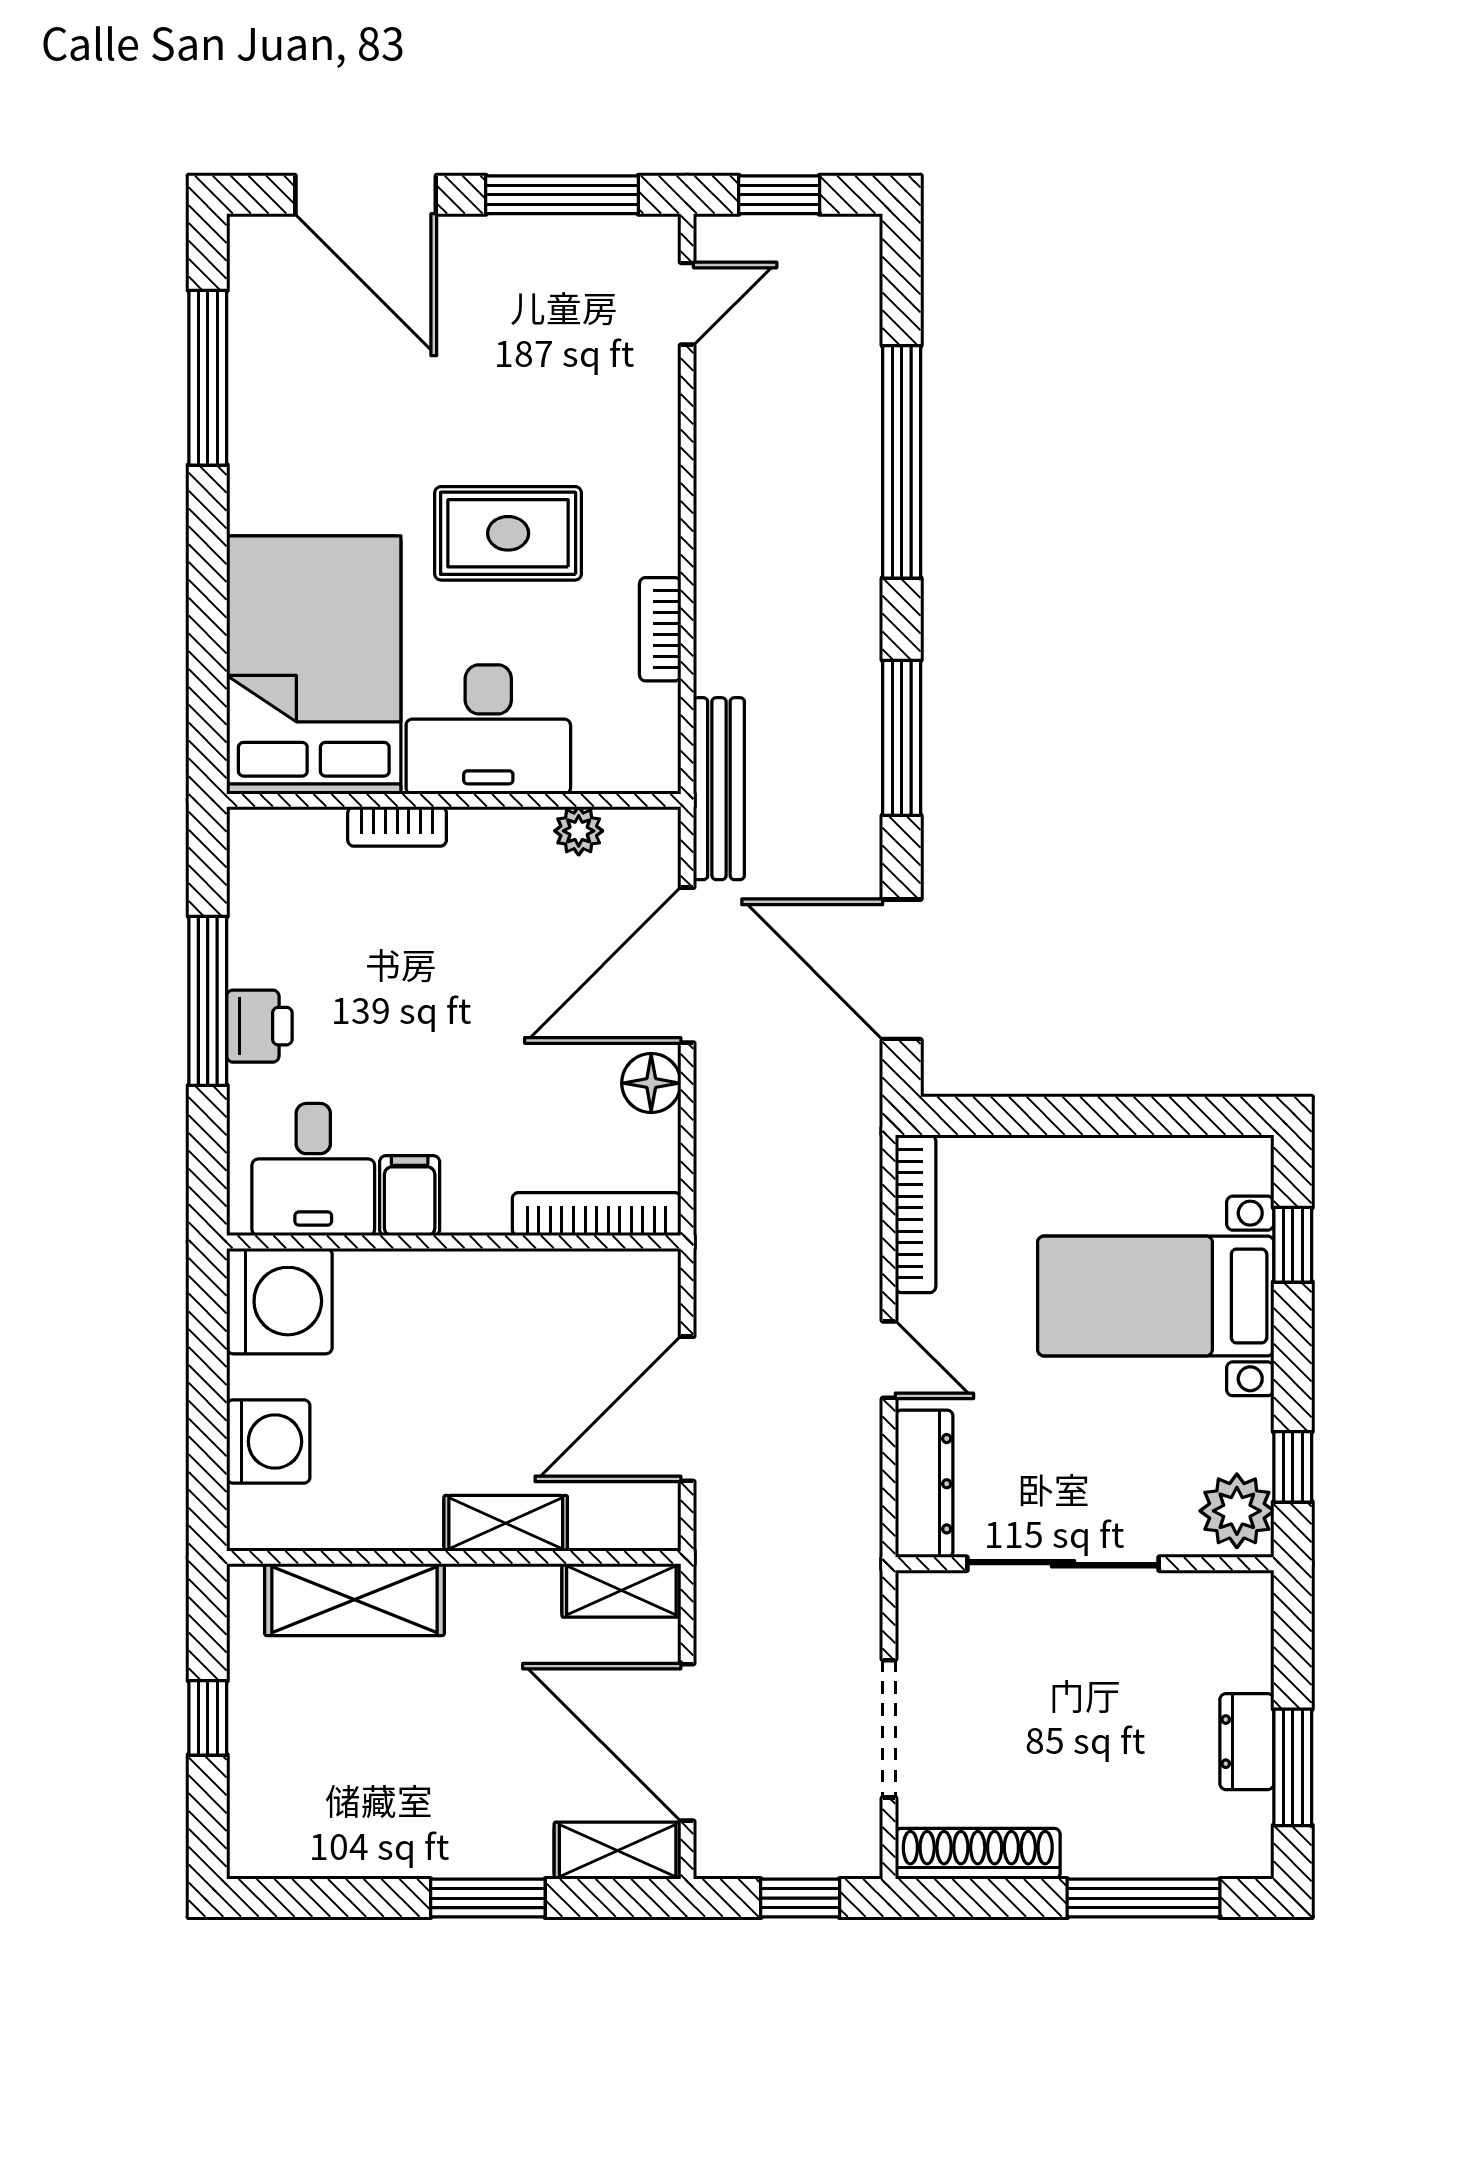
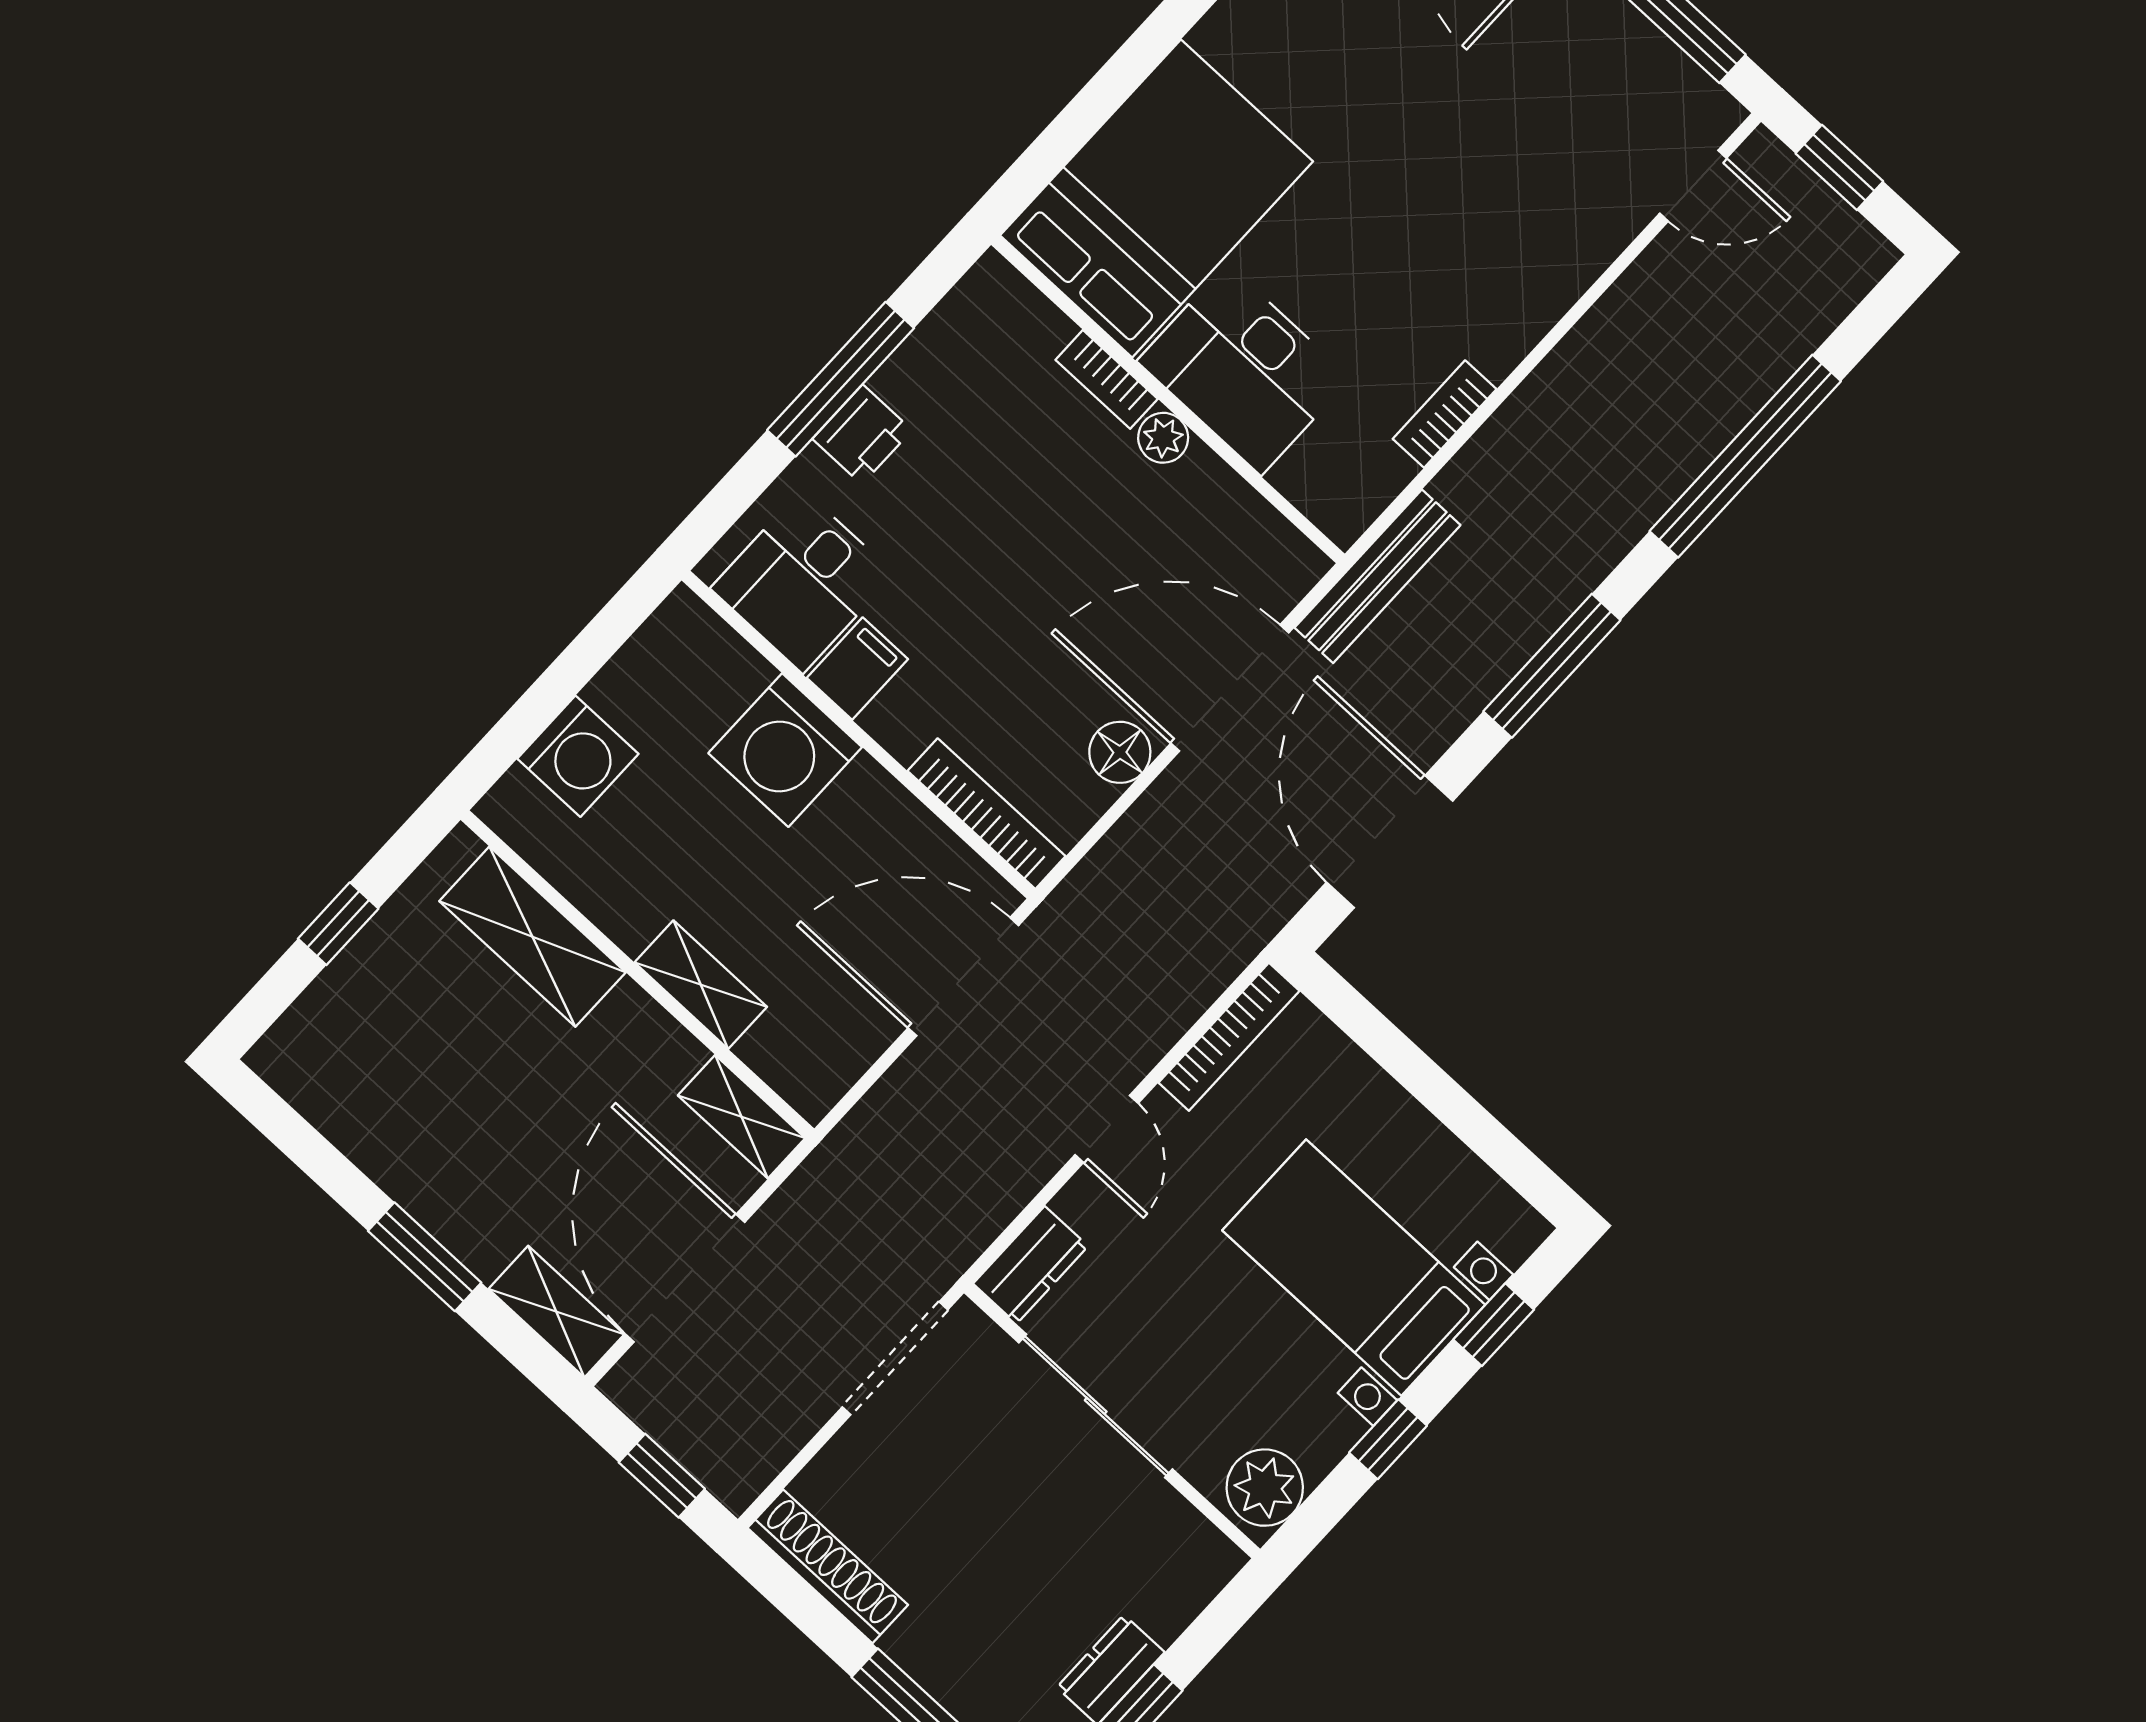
rug: (508, 533) -> (1396, 235), removed
plant: (579, 831) -> (1163, 438), moved
washing machine: (279, 1301) -> (785, 750), moved, turned 90
door: (687, 1409) -> (963, 977), moved
window: (1293, 1467) -> (1388, 1439), moved
dresser: (924, 1484) -> (1031, 1265), width x0.70
doorway: (889, 1729) -> (895, 1358), moved

